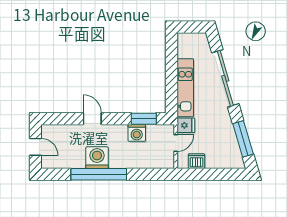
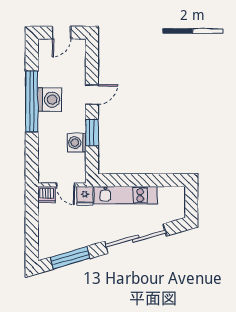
window: (144, 119) -> (92, 133), moved
dishwasher: (196, 161) -> (47, 194), moved, turned 90

